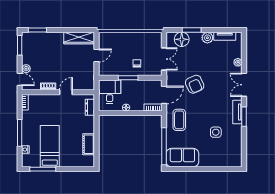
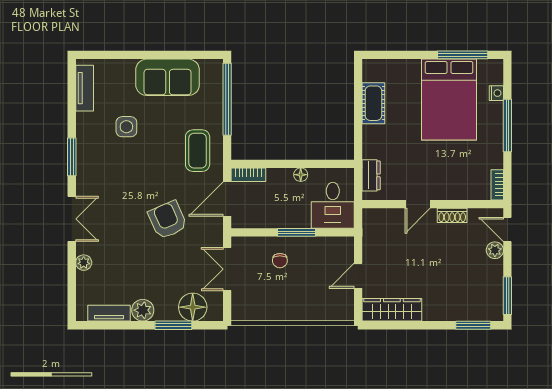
tv unit: (237, 112) -> (85, 88), moved
bed: (50, 146) -> (449, 100), width x1.50
sofa: (182, 158) -> (168, 77), moved

